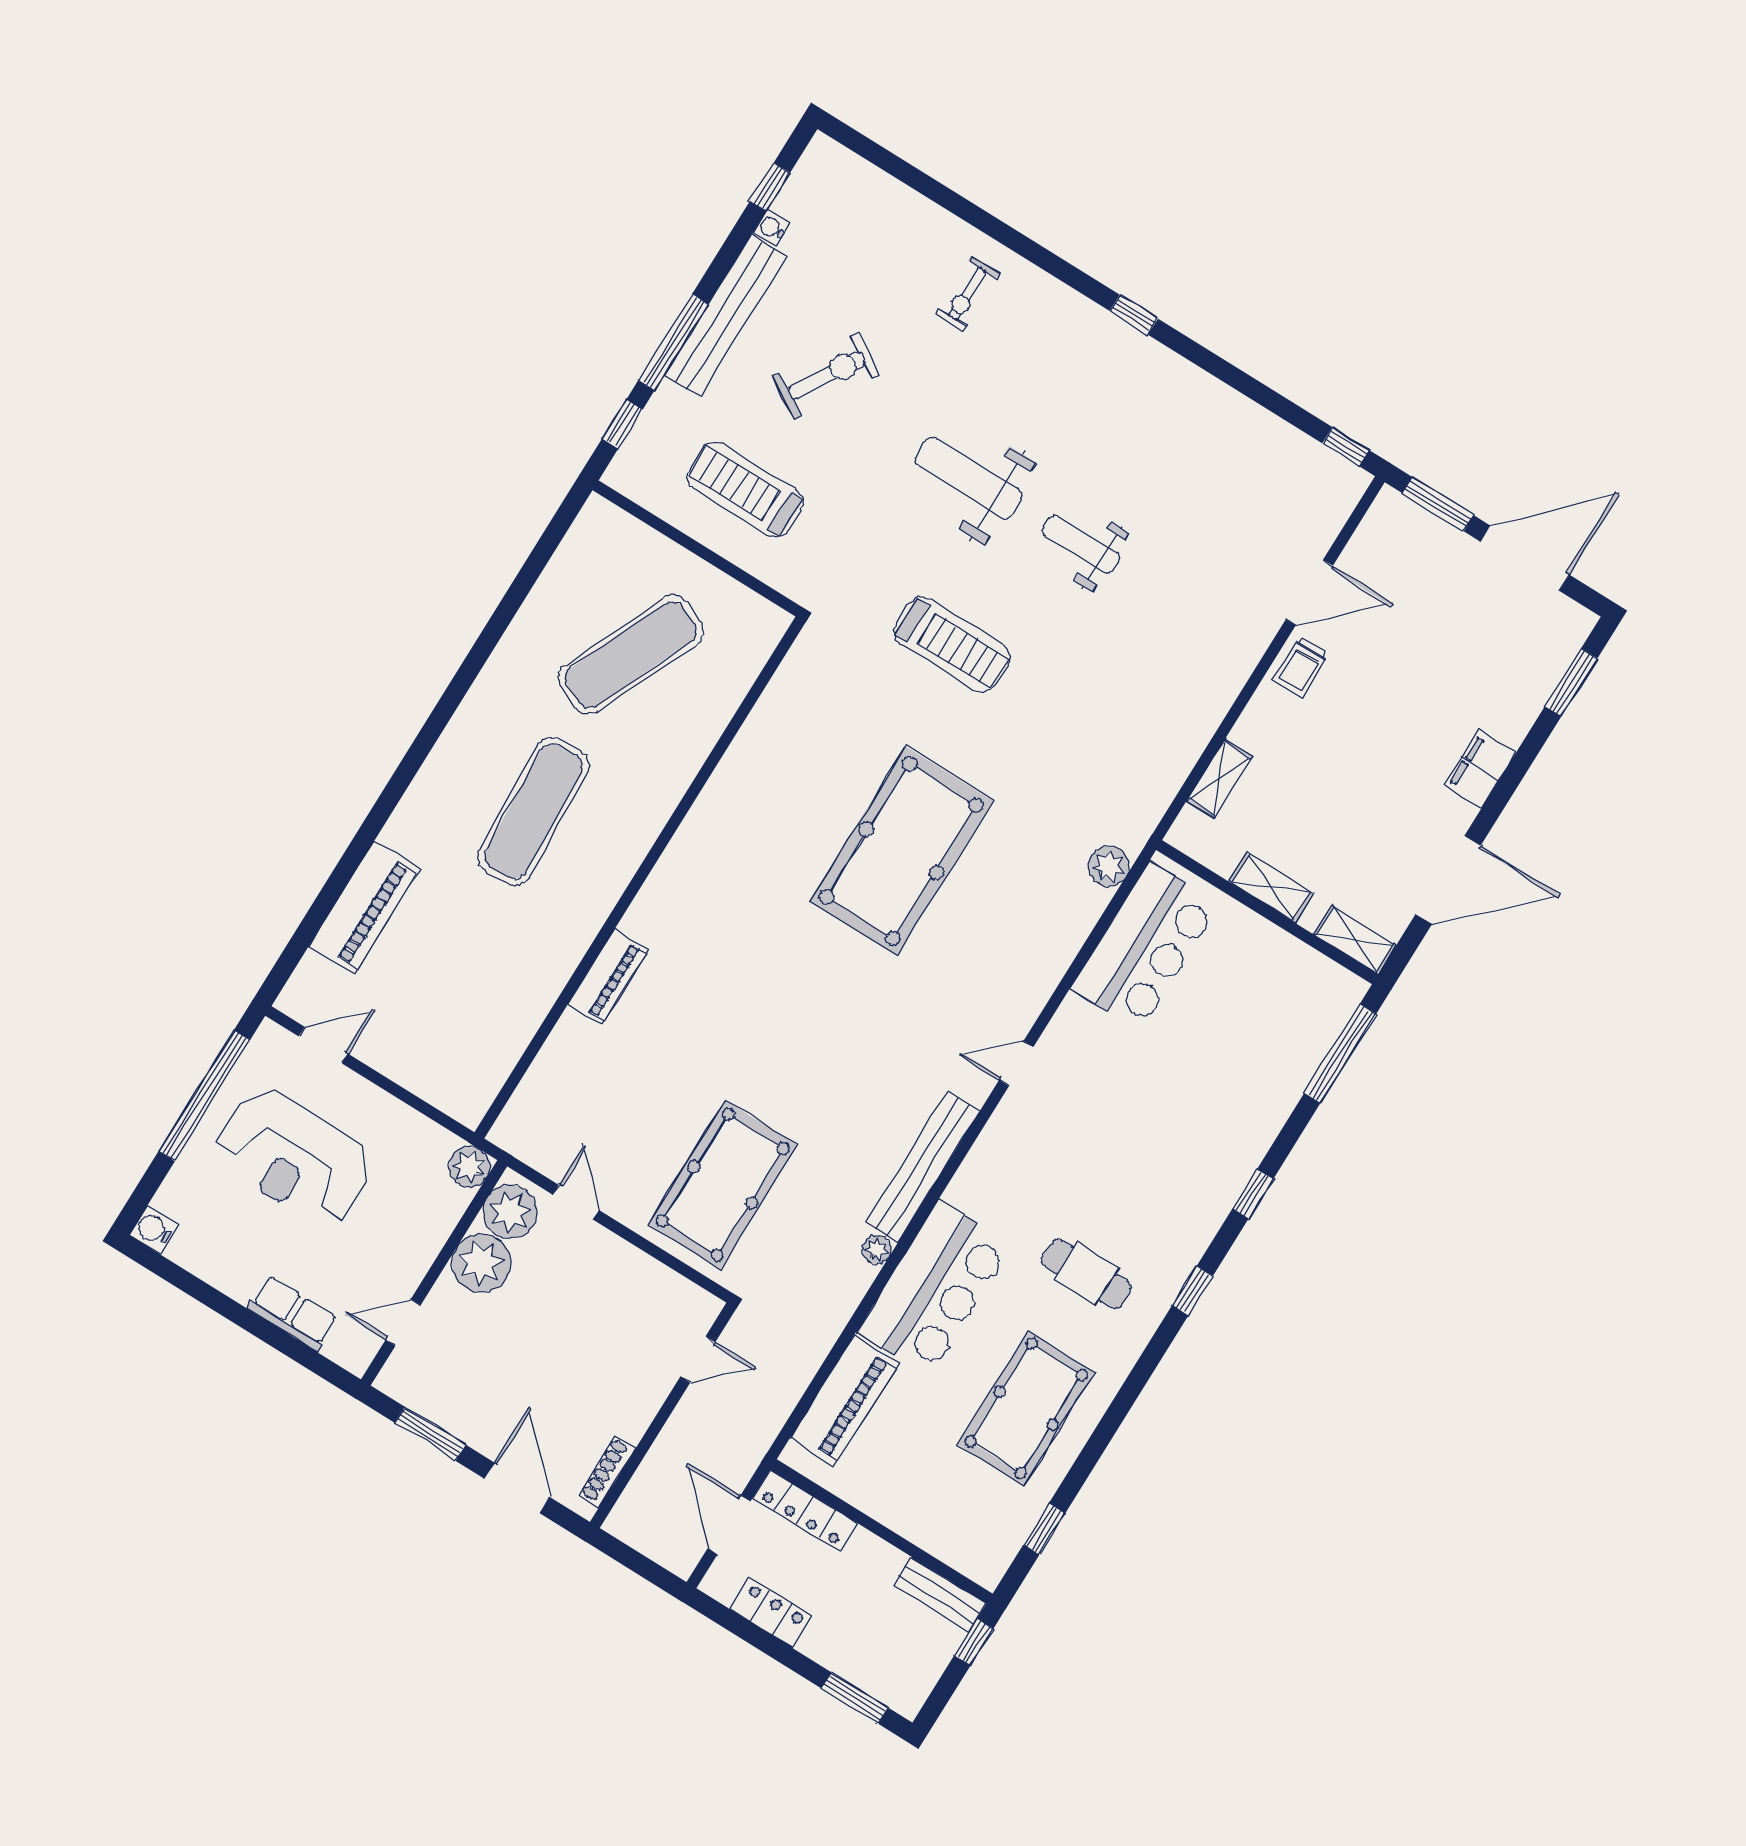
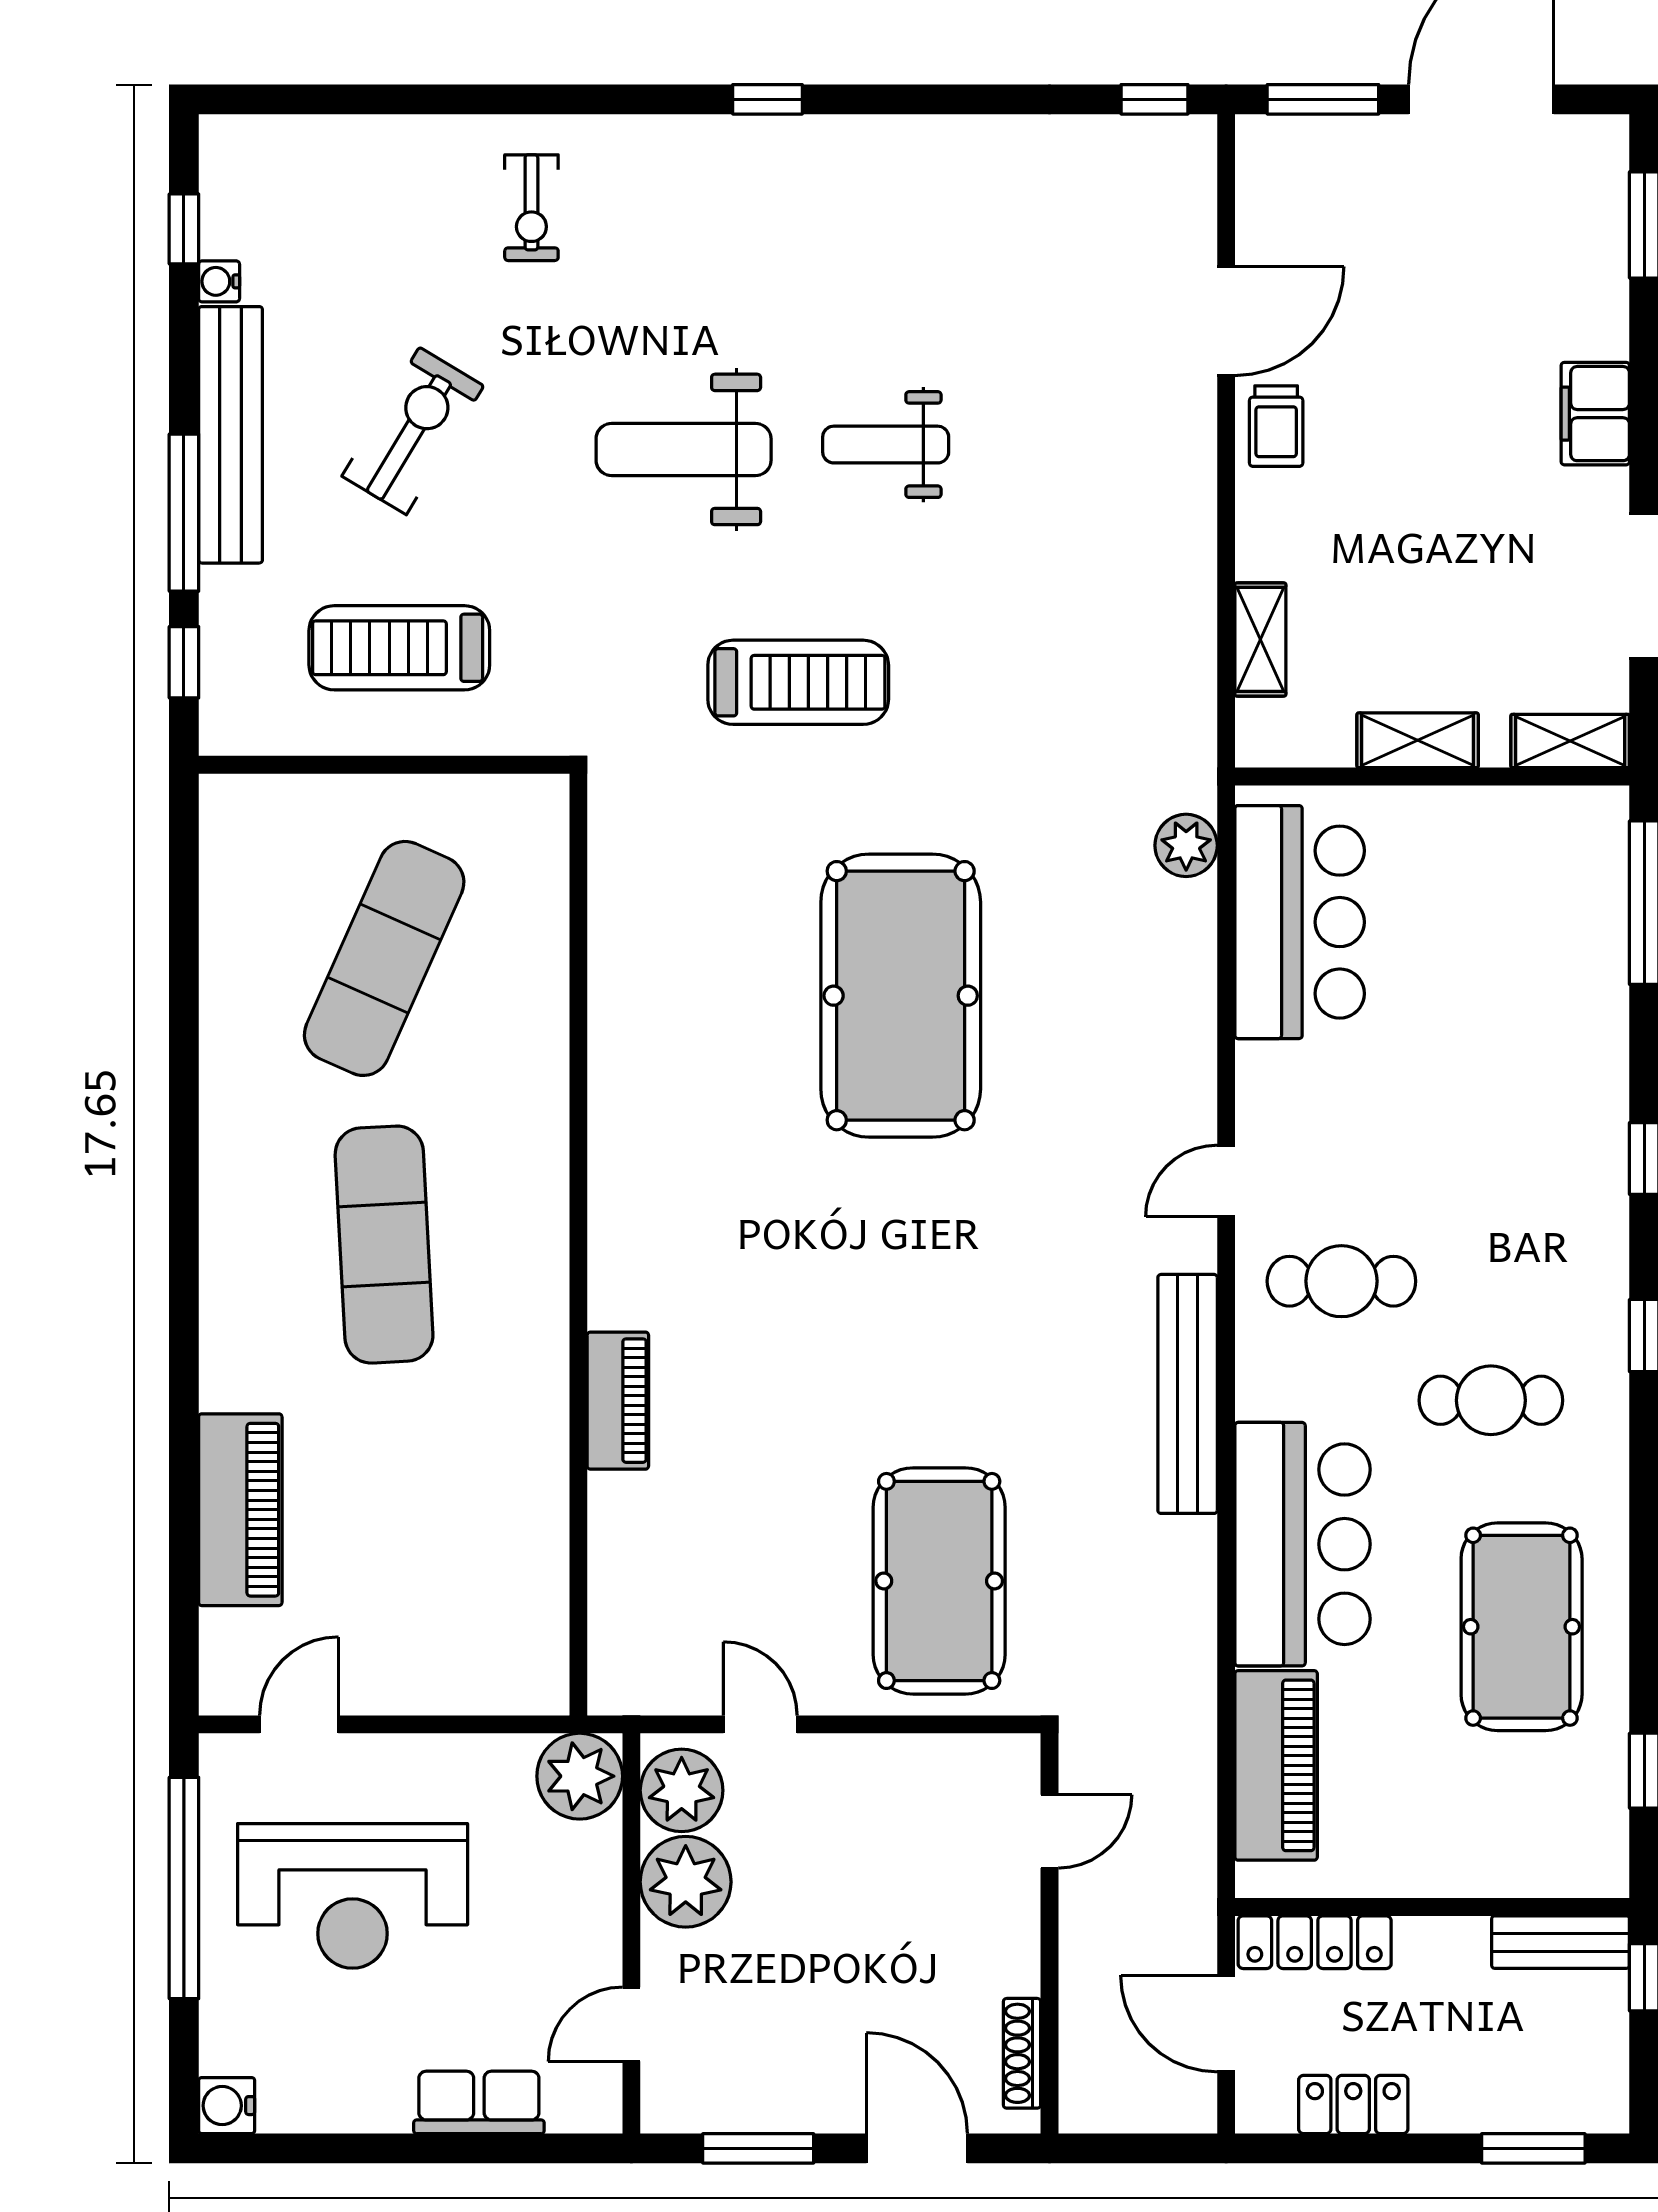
cafe table: (1045, 1158) -> (1341, 1281), added
plant: (469, 1167) -> (580, 1776), width x1.36, depth x1.36
plant: (877, 1250) -> (1195, 1540), removed

